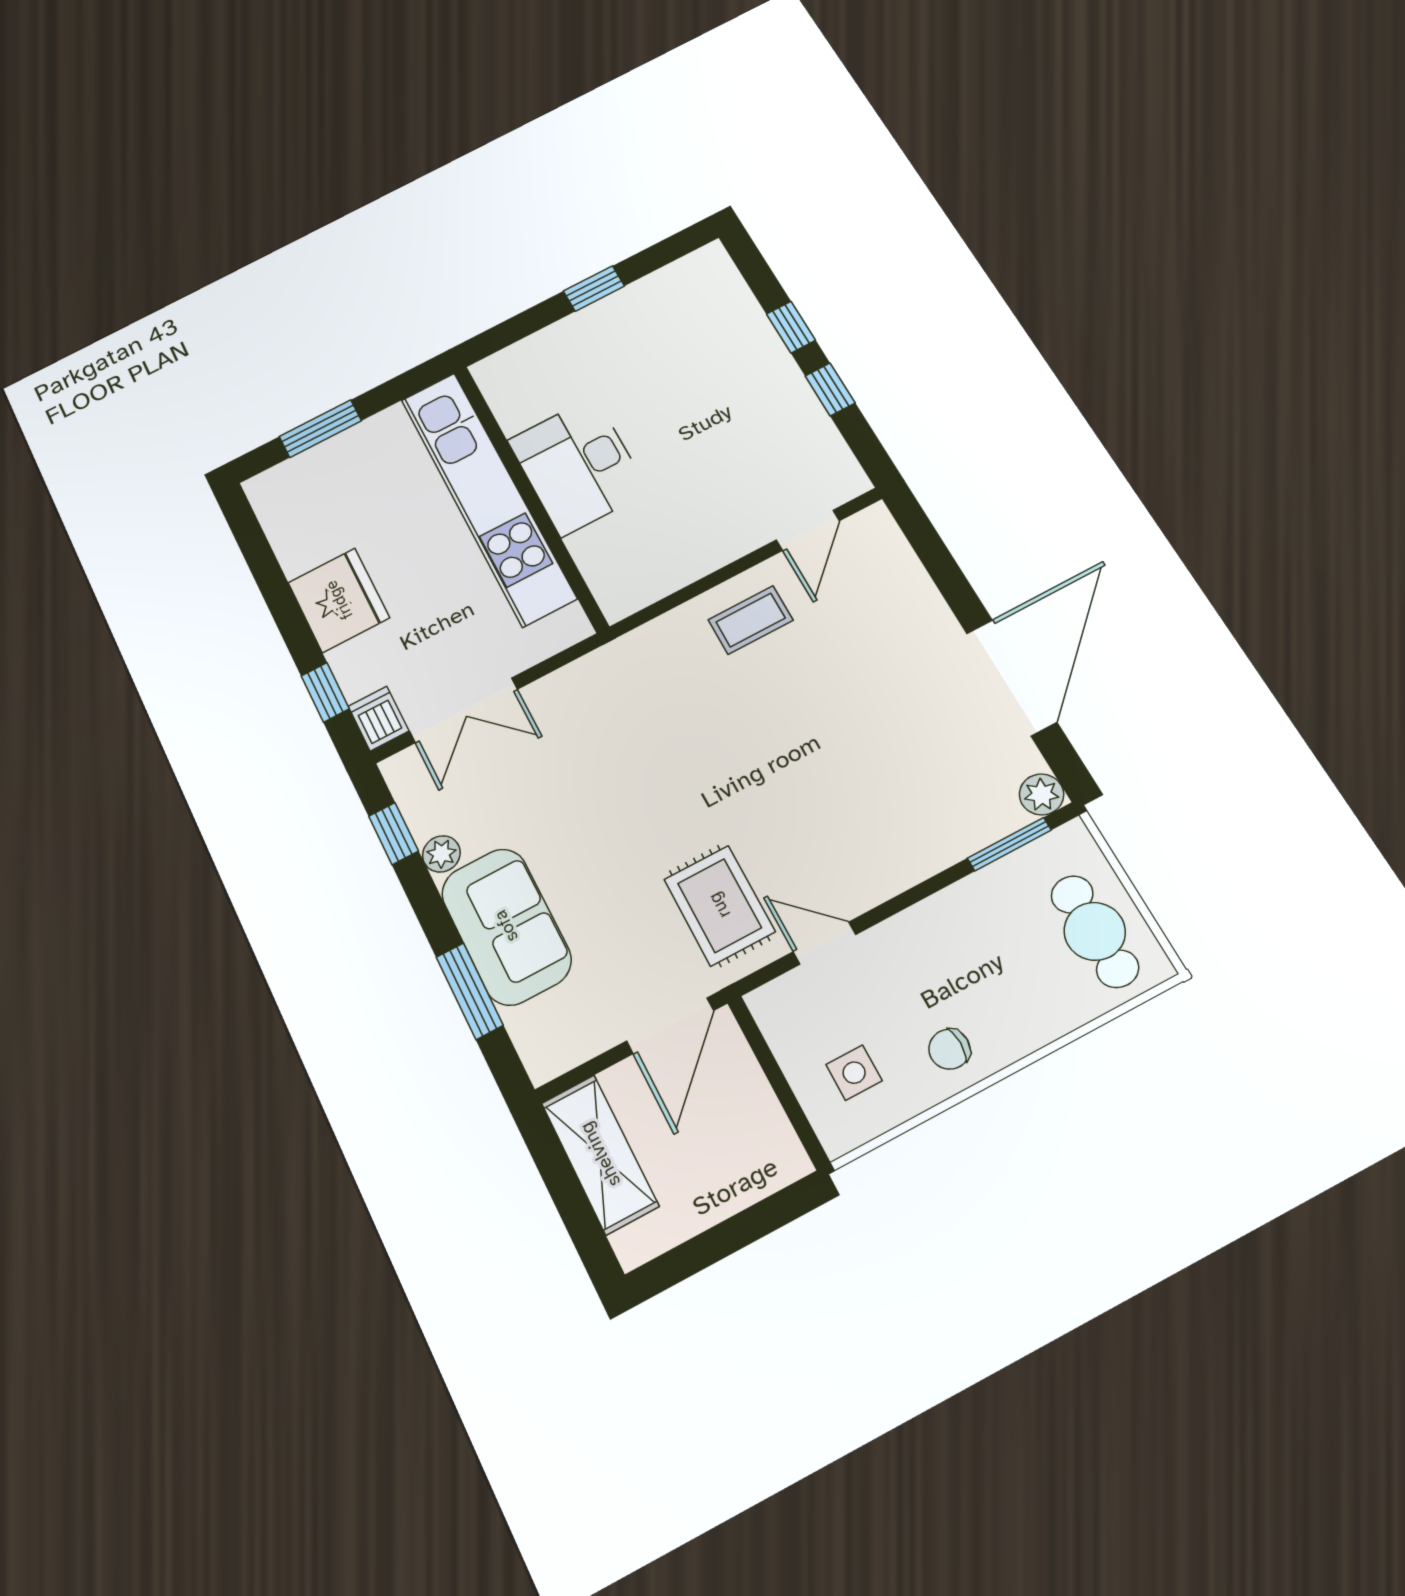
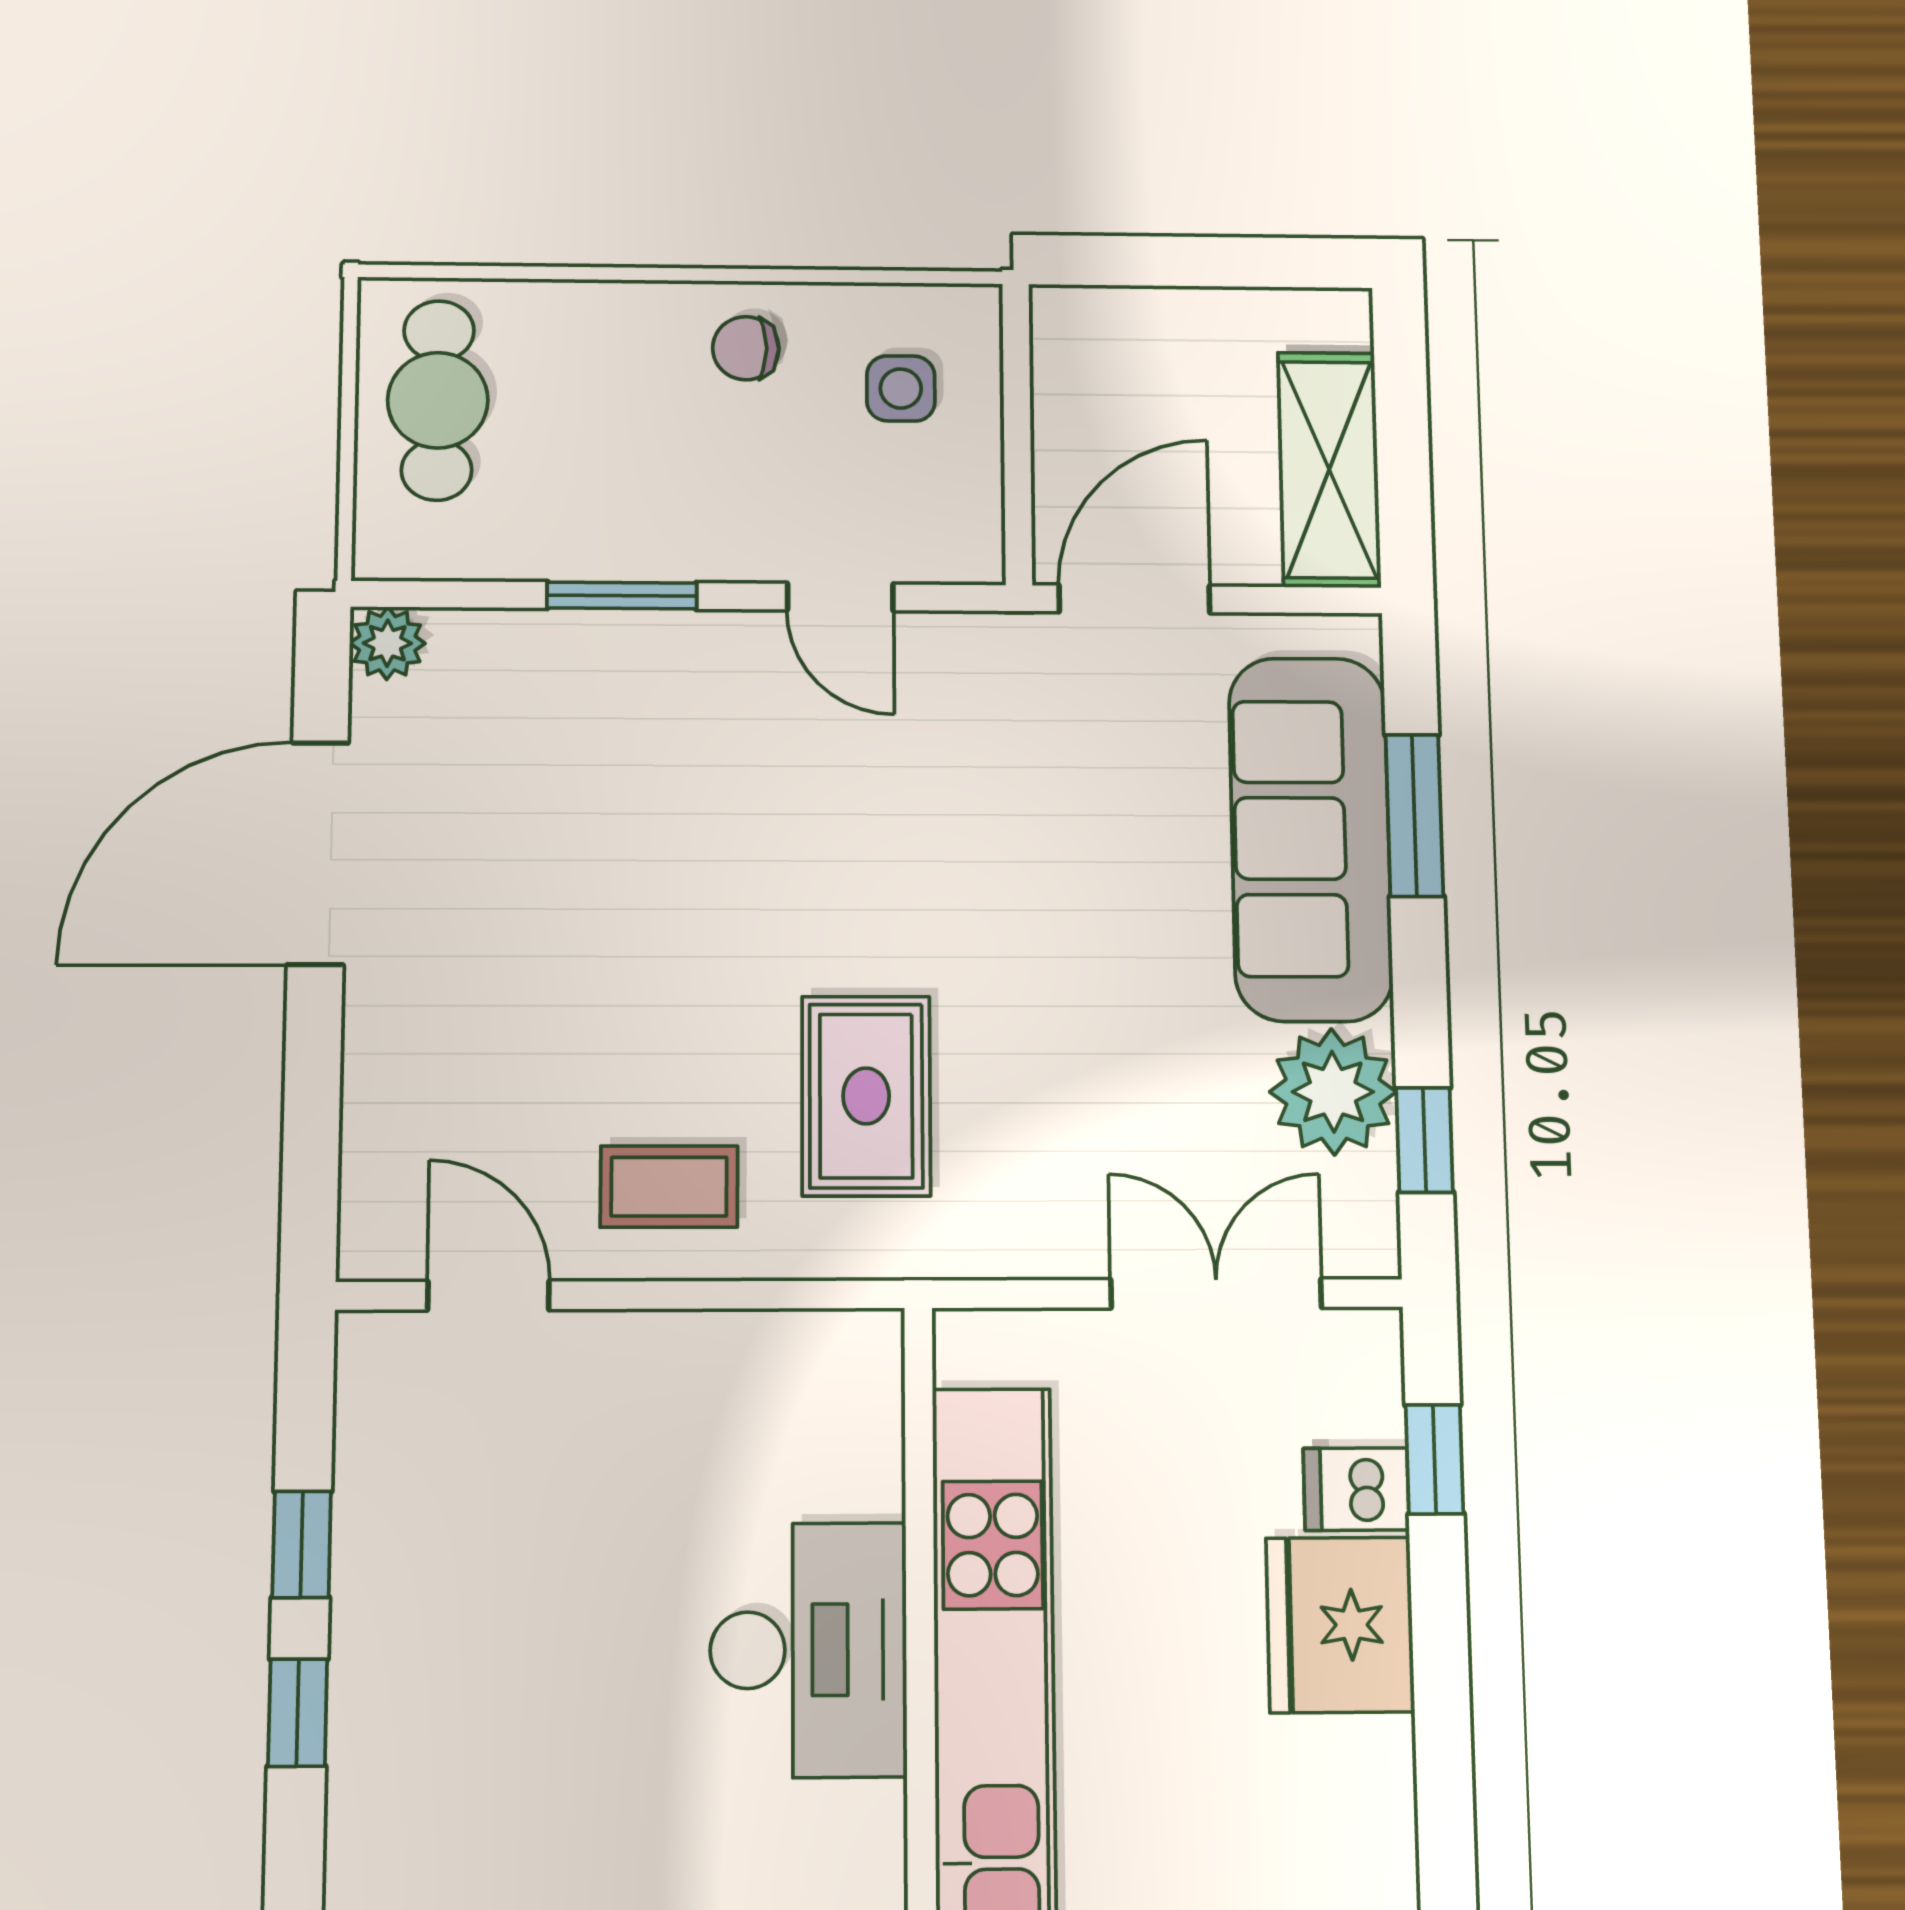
door: (808, 530) -> (488, 1295), hinge flipped
dishwasher: (378, 719) -> (1356, 1489), moved, turned 90
window: (1009, 844) -> (622, 596), moved
plant: (441, 854) -> (1333, 1092), width x1.87, depth x1.87
rug: (719, 905) -> (866, 1096), moved
sofa: (506, 926) -> (1311, 838), width x1.36
chair: (949, 1049) -> (746, 348), turned 180

